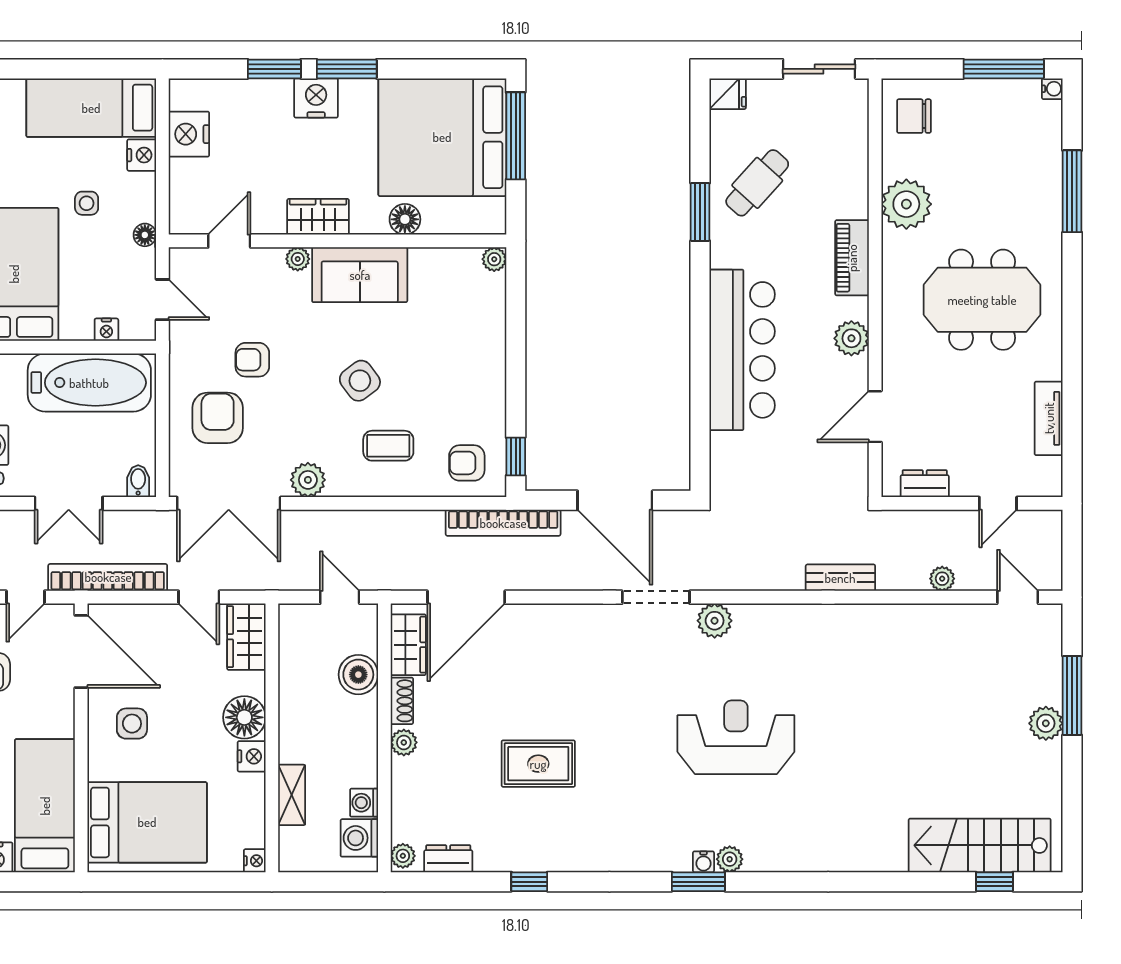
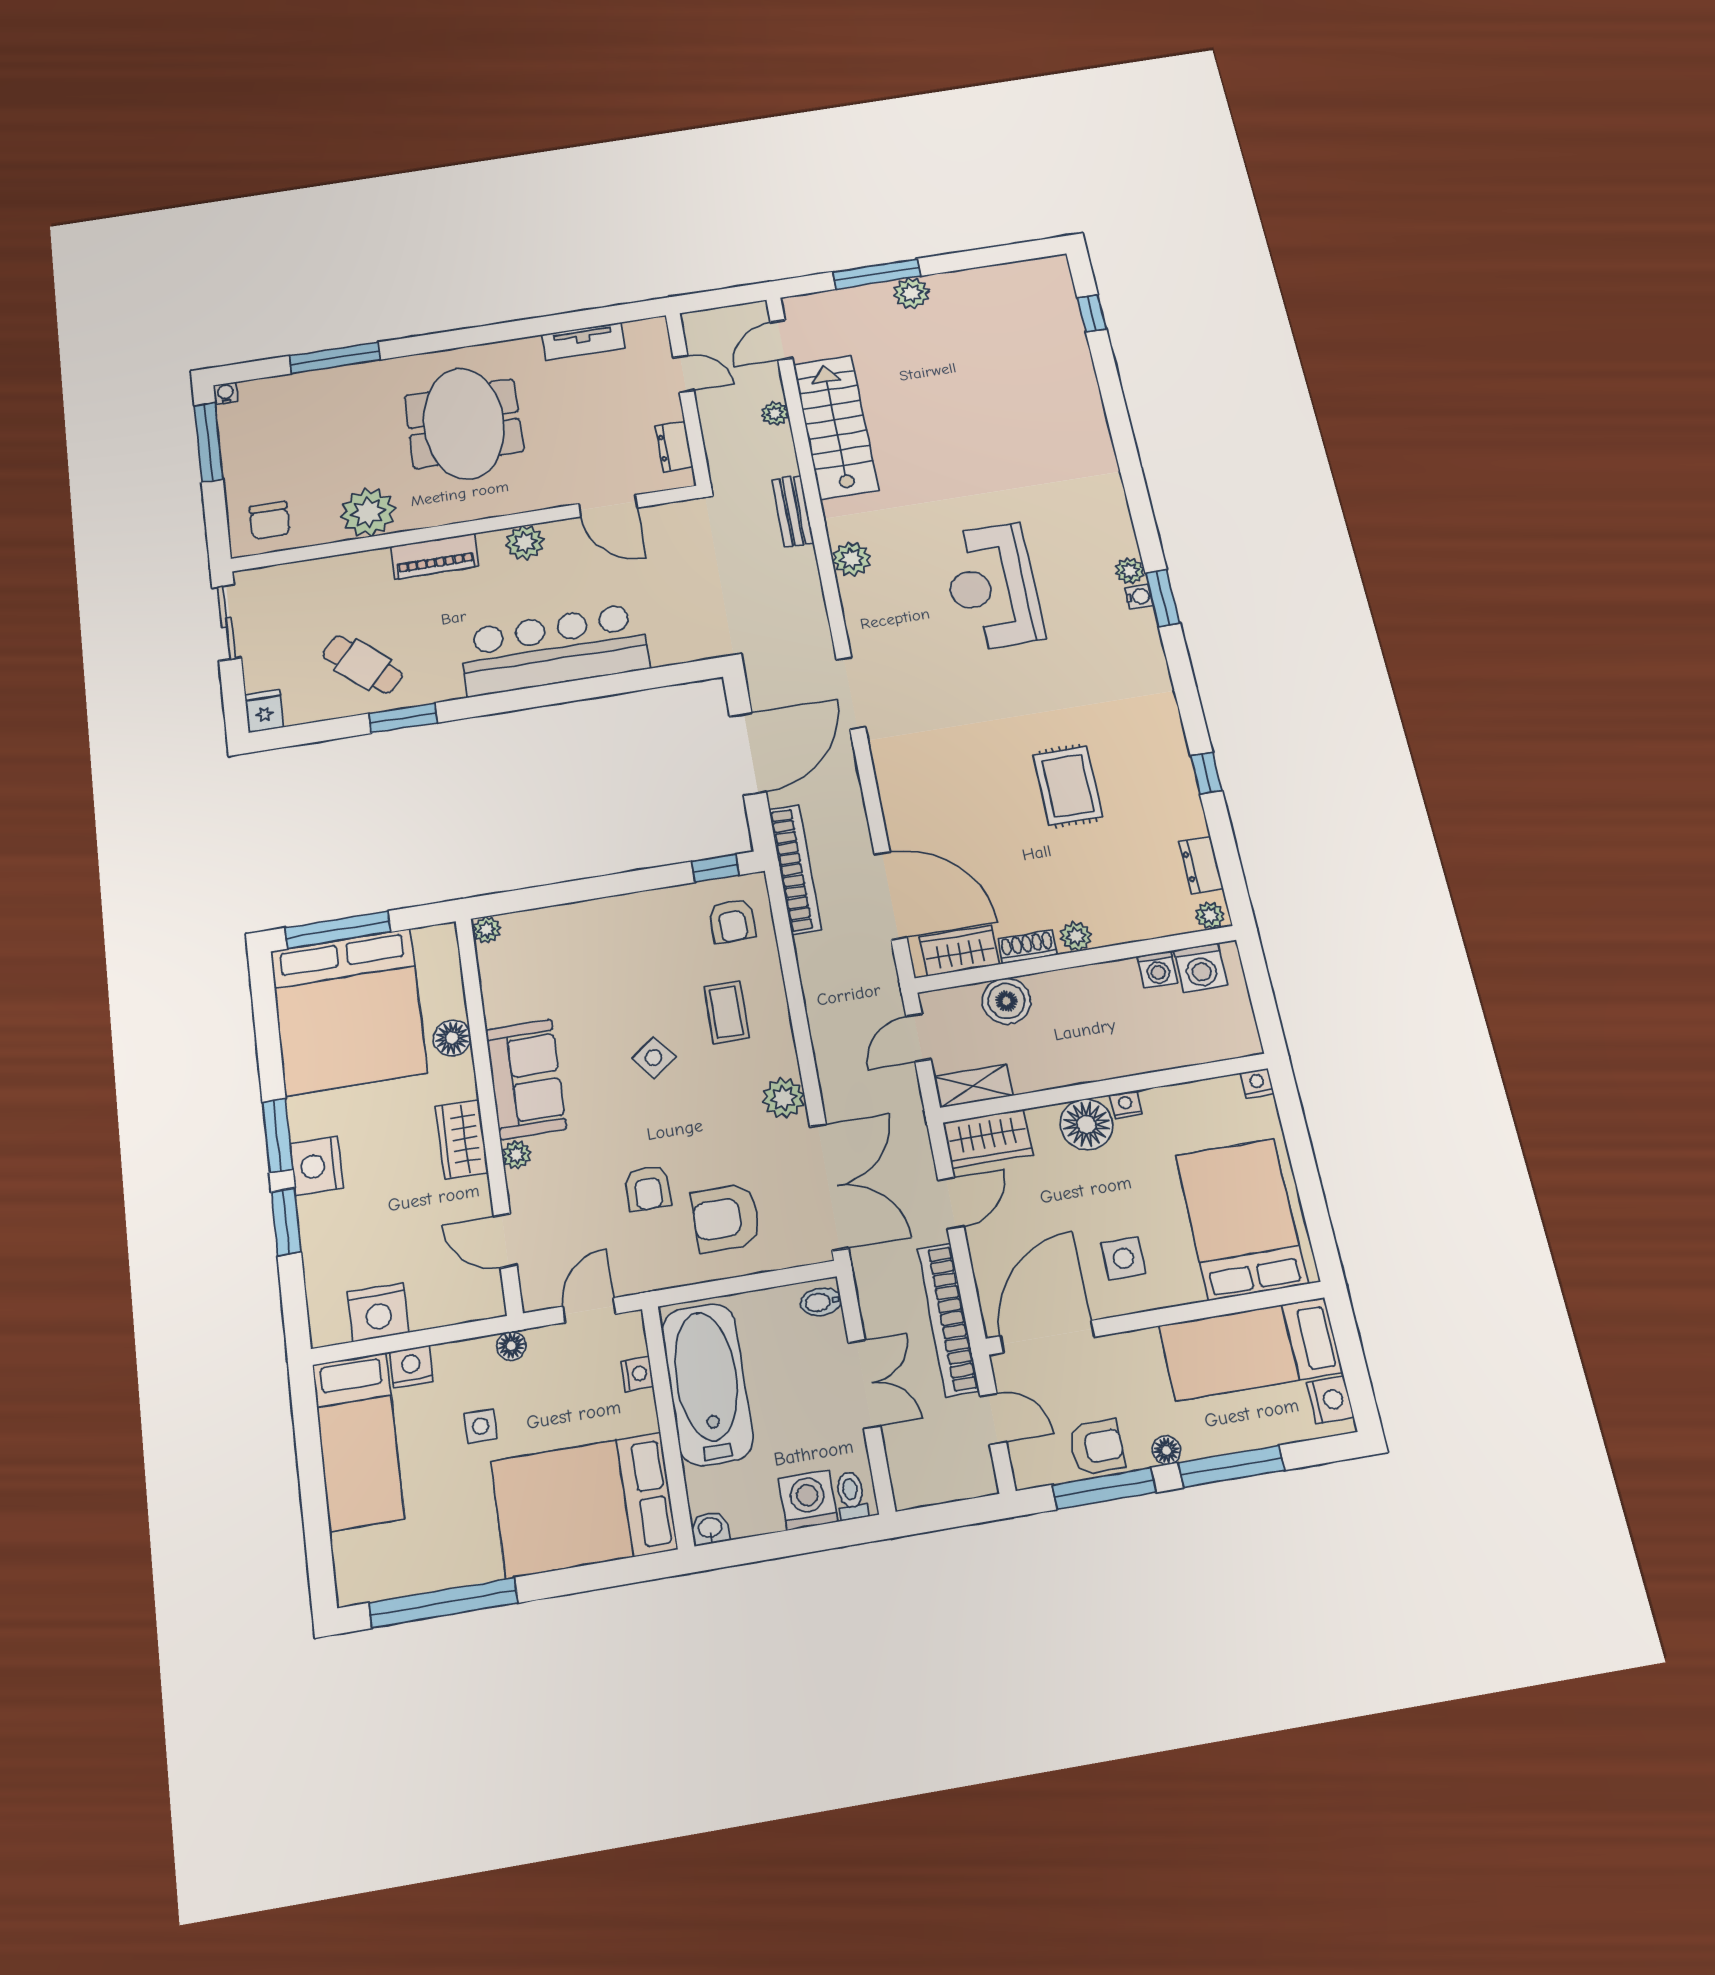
side table: (360, 381) -> (654, 1058), width x0.73, depth x0.73
plant: (715, 621) -> (851, 559), moved
nightstand: (252, 756) -> (1126, 1105), width x0.72, depth x0.74
shelving: (292, 795) -> (973, 1086), moved
stairs: (980, 845) -> (836, 427), moved, turned 180

